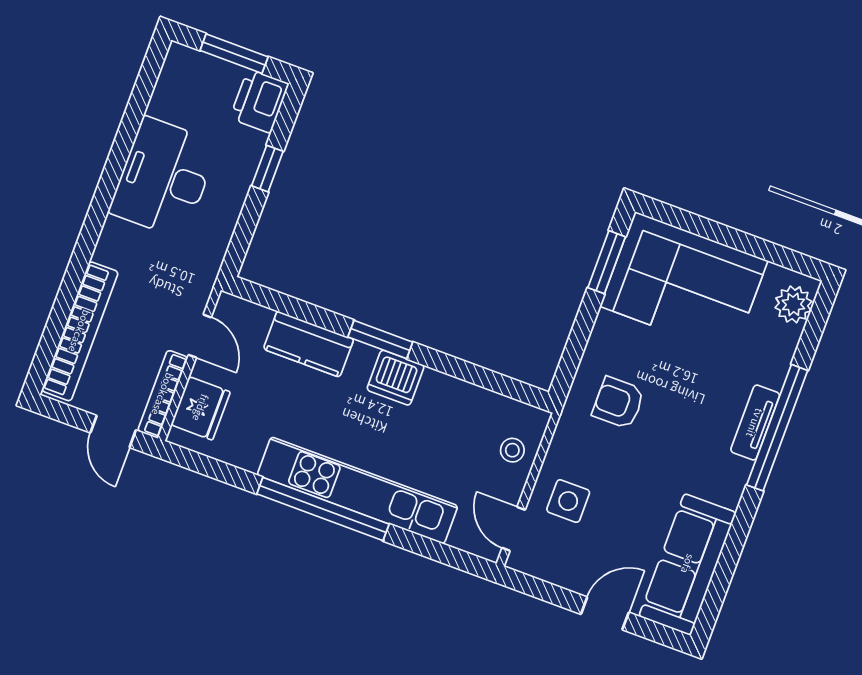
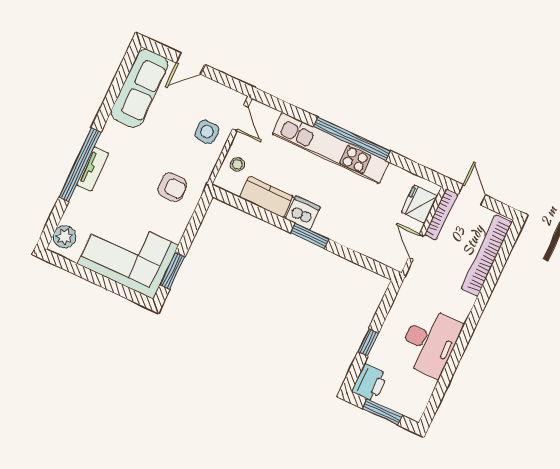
kitchen counter: (308, 344) -> (267, 197), moved

